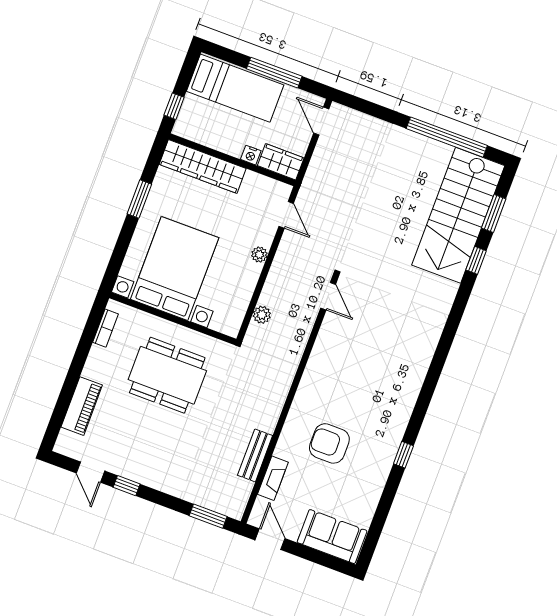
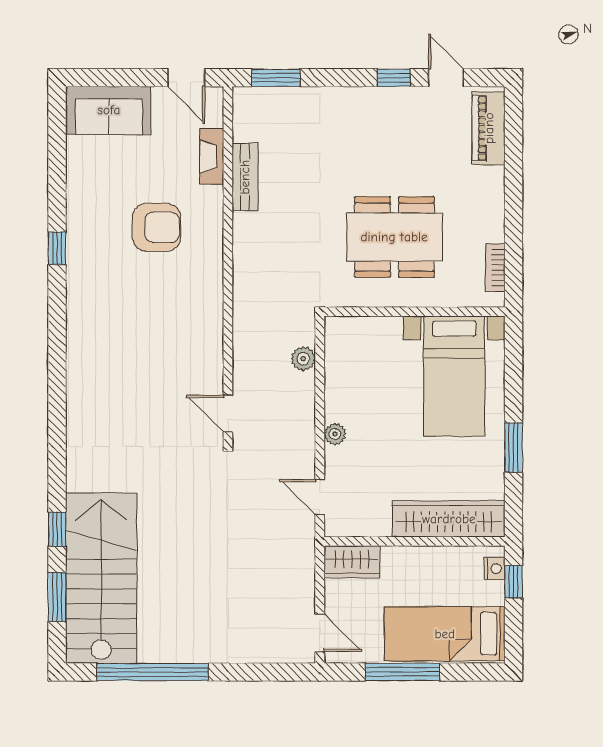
nightstand: (251, 155) -> (495, 569), moved, turned 90
bed with nightstands: (175, 268) -> (454, 376), width x0.73
piano: (82, 406) -> (489, 128), moved

